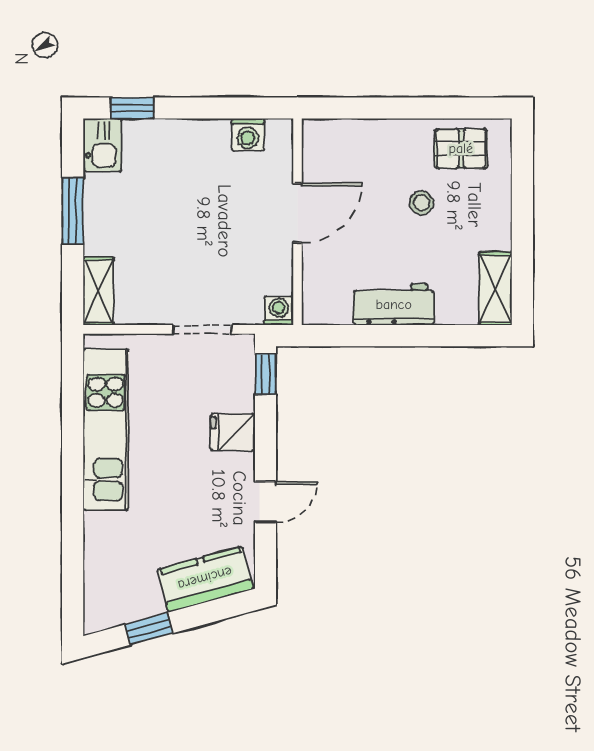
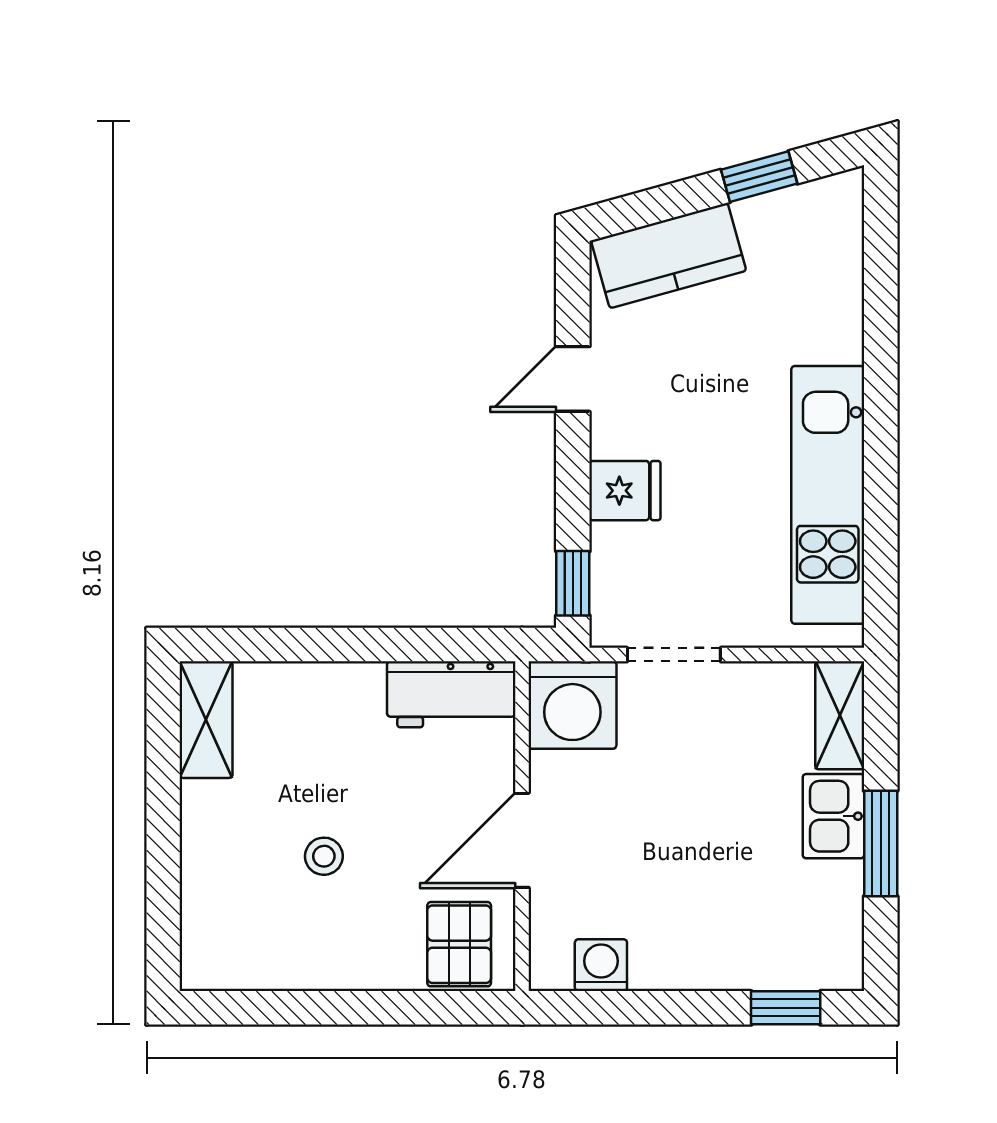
kitchen sink: (102, 145) -> (833, 816), moved
pallet: (461, 148) -> (459, 944), moved, turned 90
workbench: (394, 304) -> (451, 694), moved
washing machine: (279, 311) -> (572, 705), width x1.89, depth x1.89

